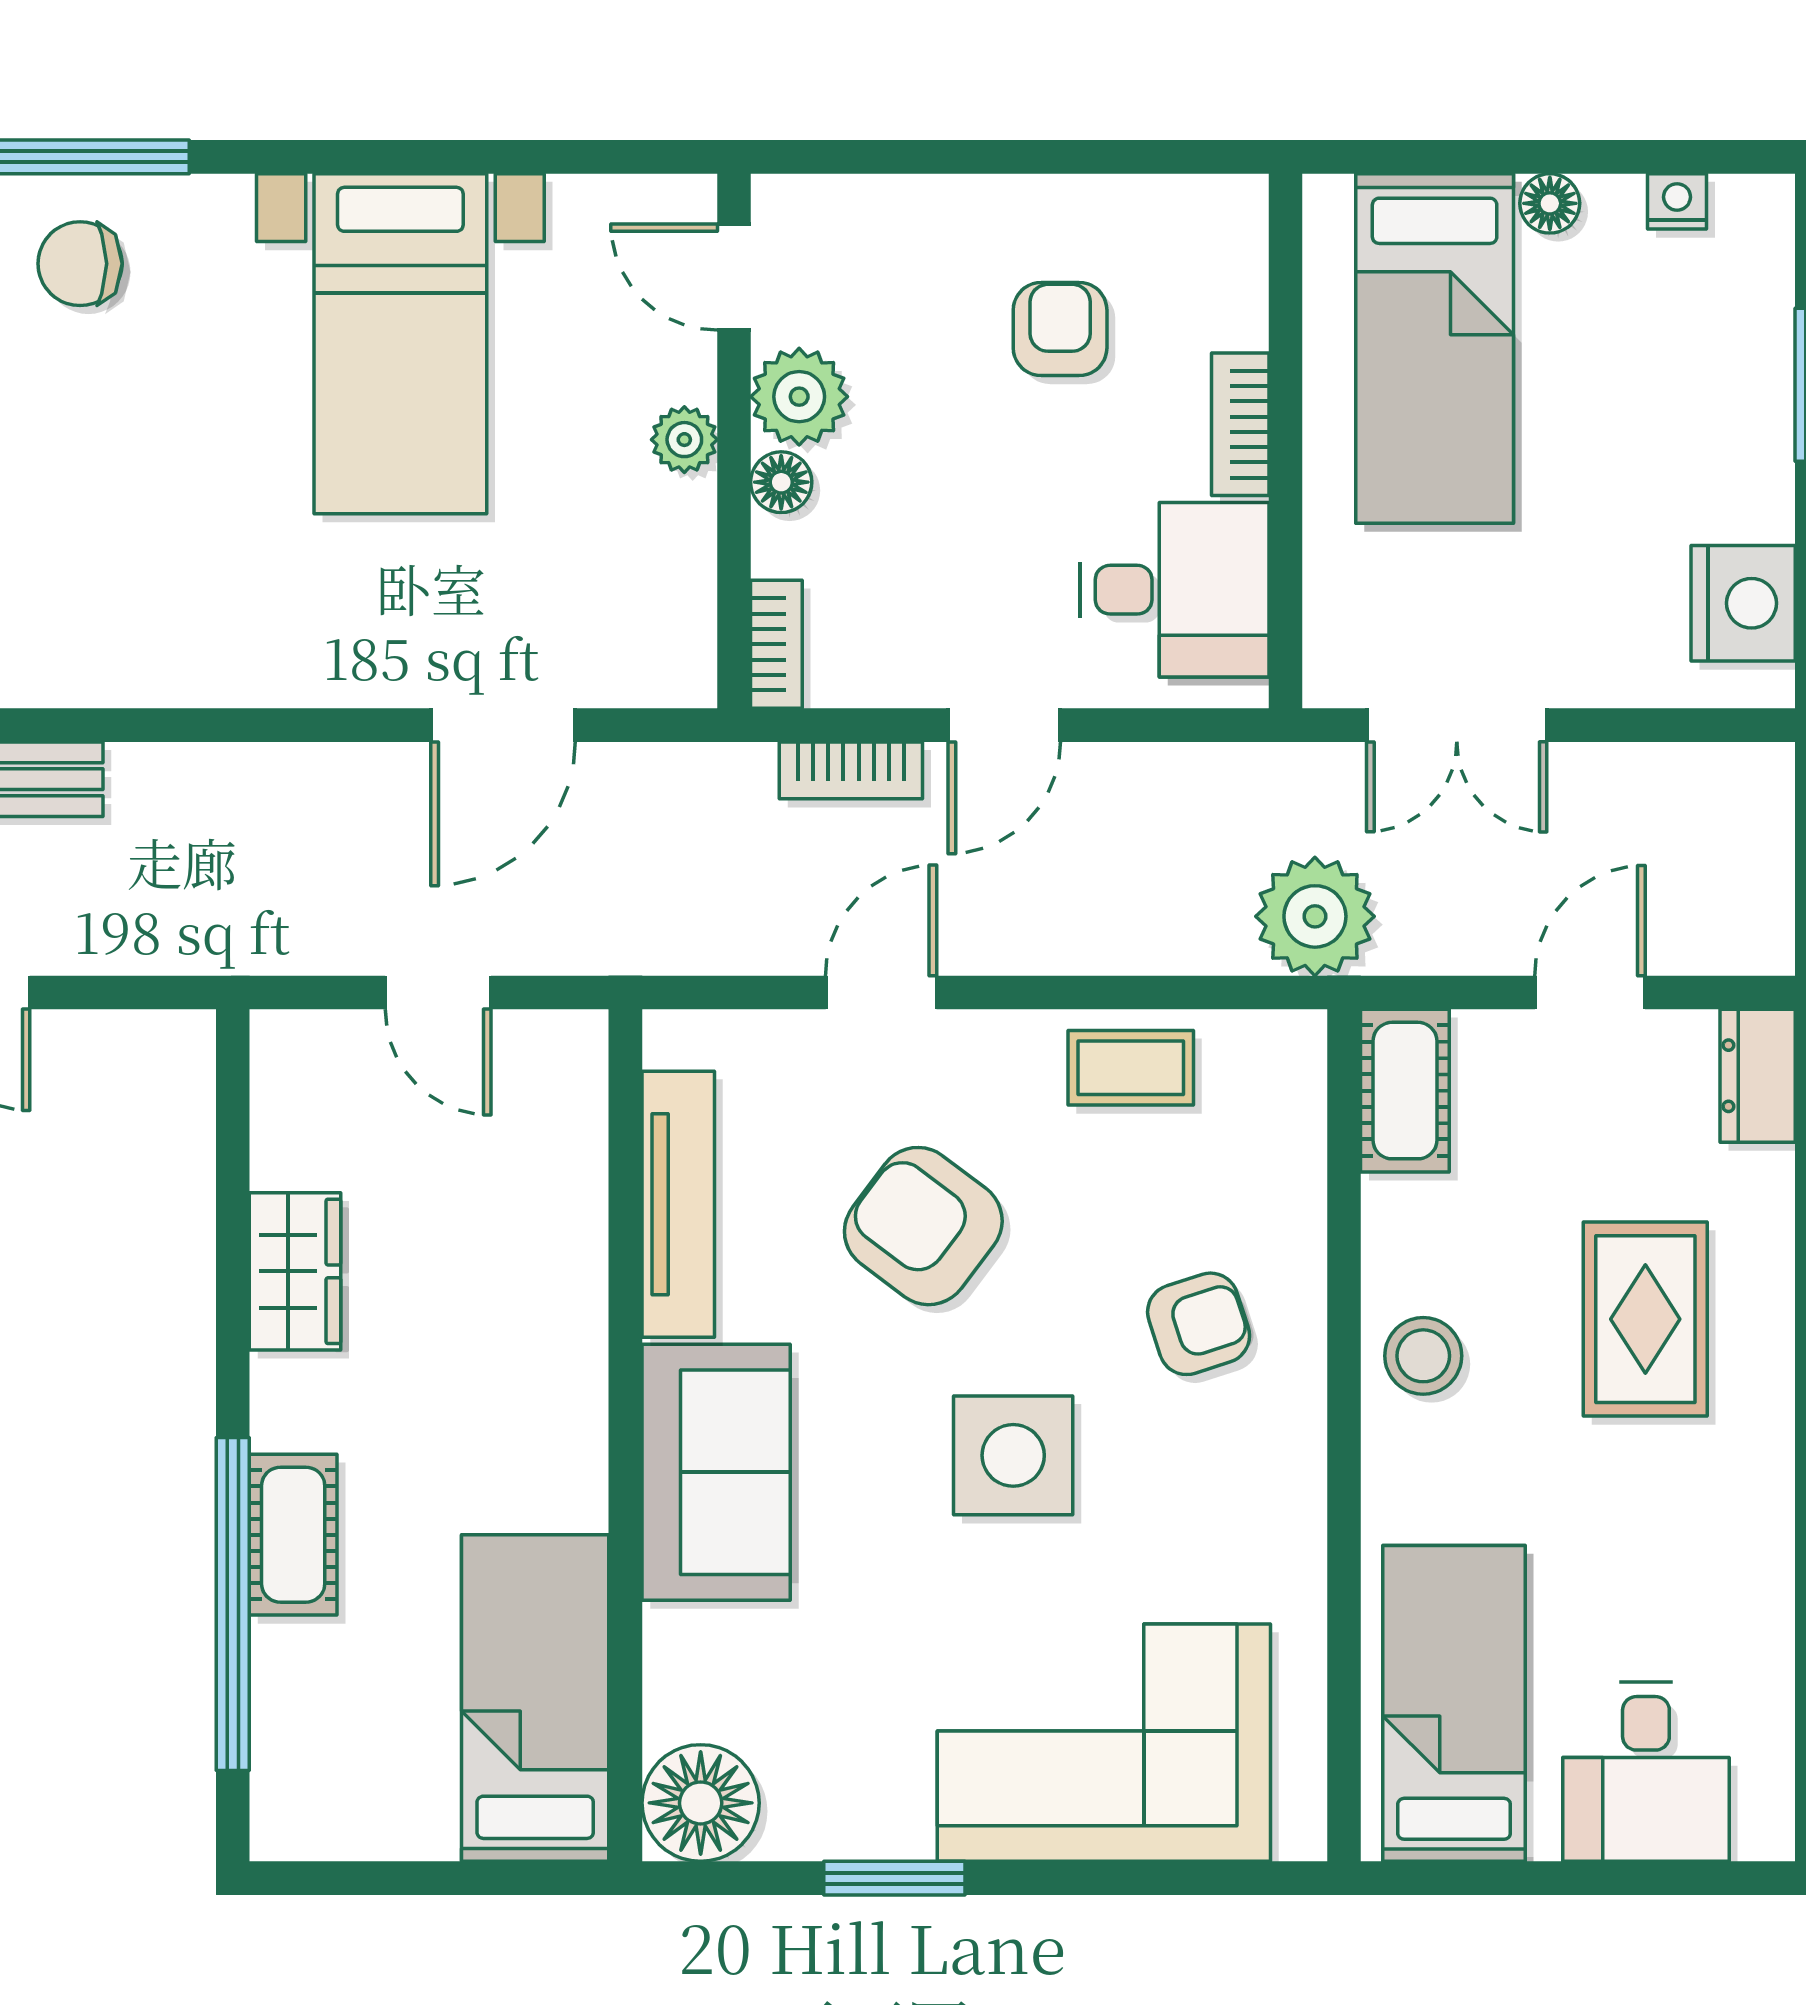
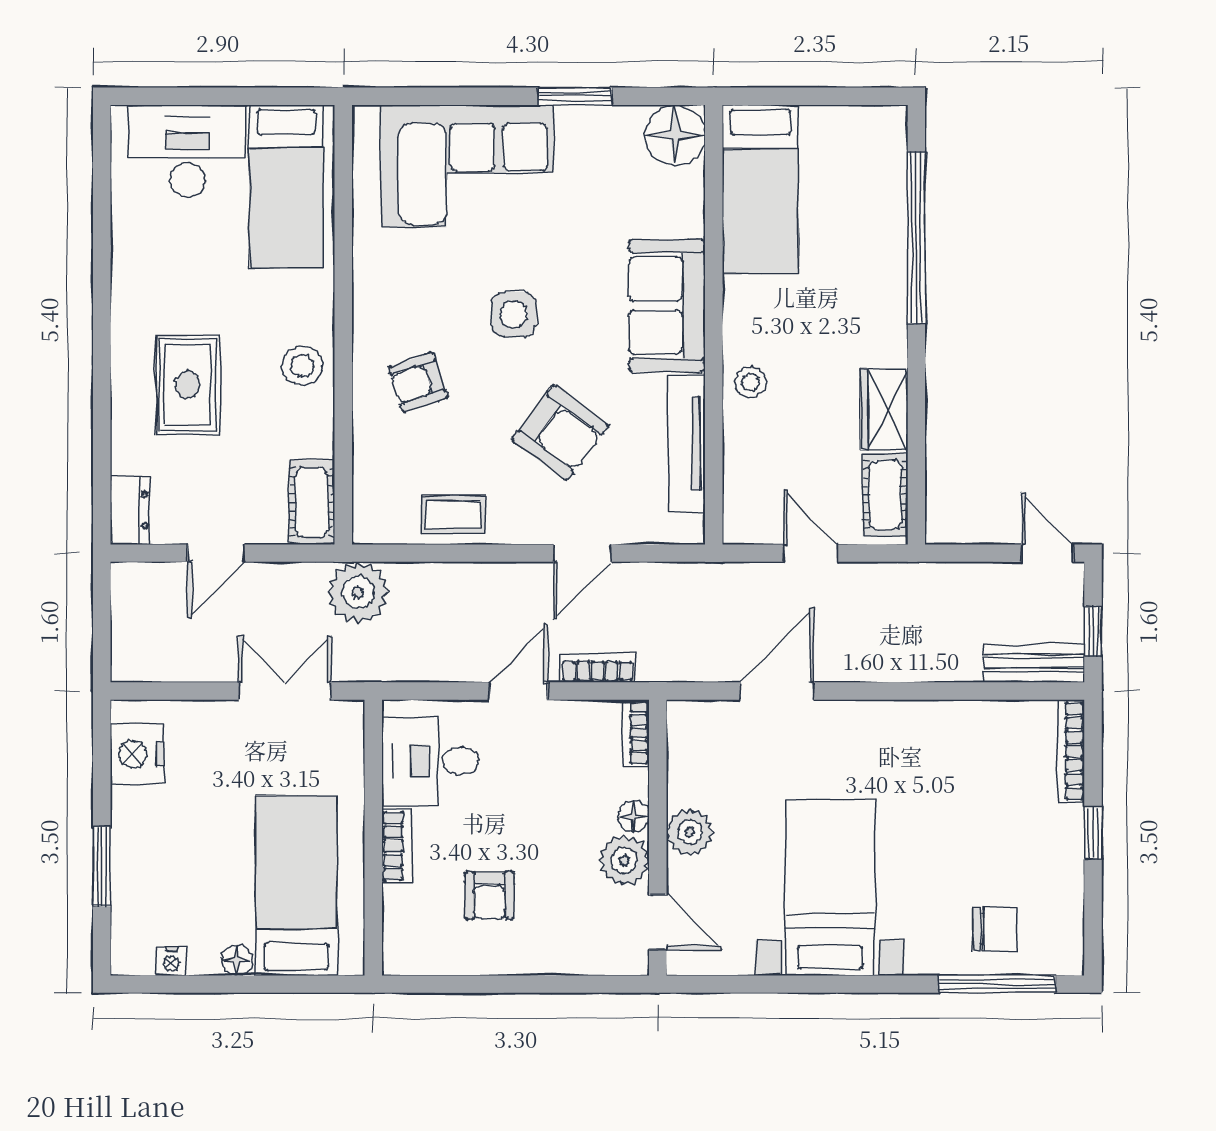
plant: (684, 440) -> (690, 832), width x1.38, depth x1.38
stool: (555, 1324) -> (750, 382), added
side table: (1013, 1455) -> (514, 314), width x0.73, depth x0.73
cot: (293, 1535) -> (885, 495), moved
desk: (1646, 1772) -> (187, 151), width x1.37

